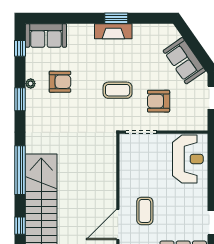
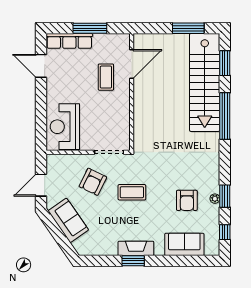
sofa: (46, 35) -> (184, 244), moved
armchair: (60, 82) -> (187, 200), turned -90
window: (20, 99) -> (225, 196), moved
armchair: (159, 101) -> (93, 182), turned 116
window: (20, 226) -> (225, 63), width x1.50

